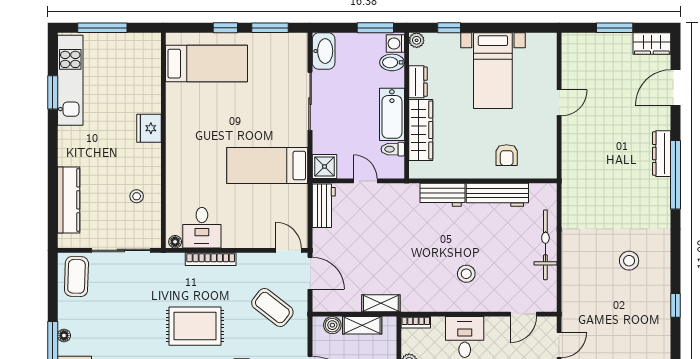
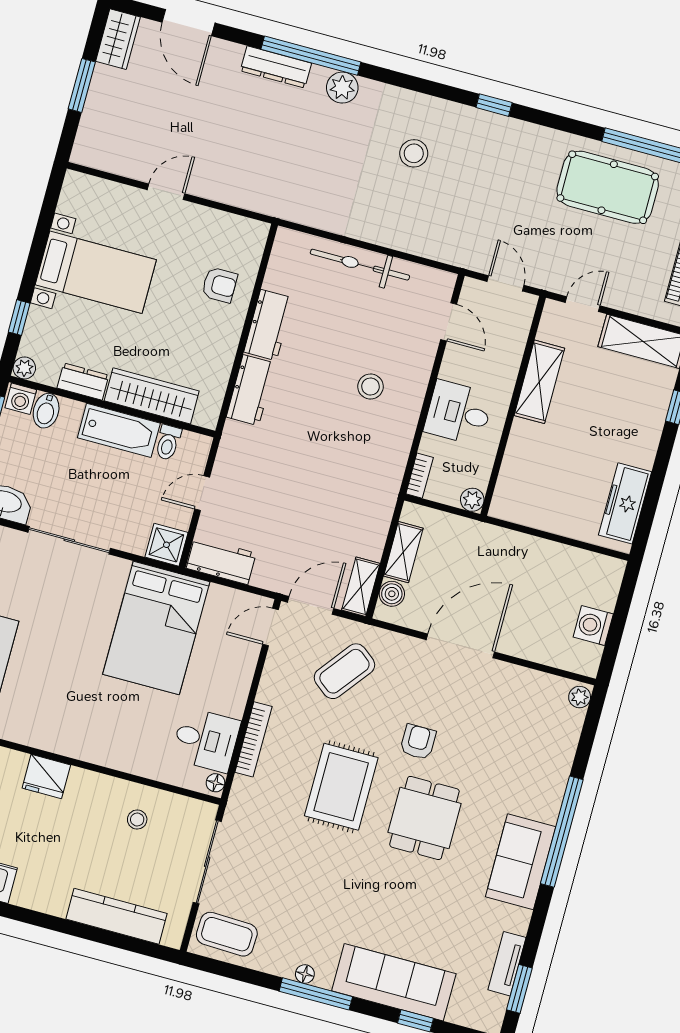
door: (559, 103) -> (166, 192), hinge flipped
bed: (267, 166) -> (156, 628), width x1.50
workbench: (497, 195) -> (268, 325), width x0.73
plant: (660, 201) -> (342, 88), added
shelving: (381, 303) -> (361, 587), moved

